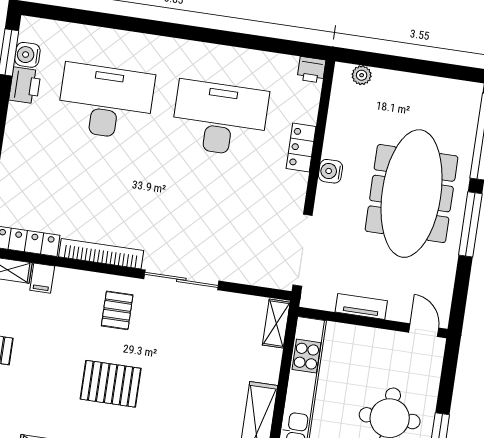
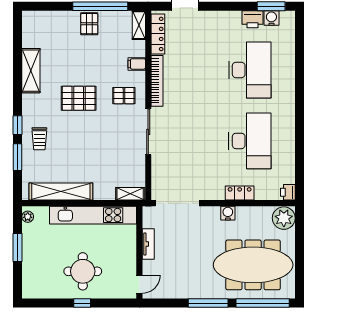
plant: (362, 75) -> (284, 218), width x1.87, depth x1.87
meeting table: (411, 194) -> (253, 265), moved
filing cabinet: (42, 278) -> (137, 64), moved
pallet: (111, 384) -> (79, 98), turned 90

